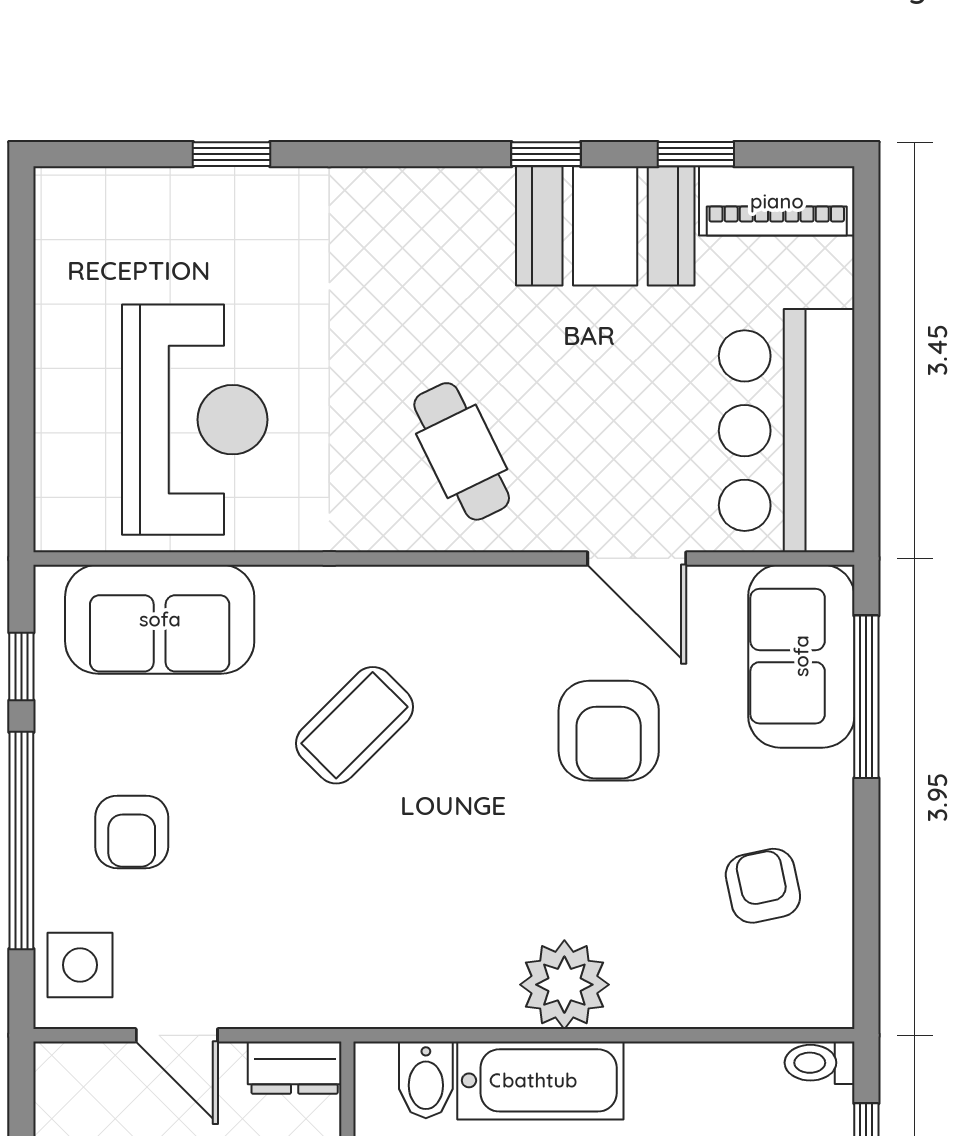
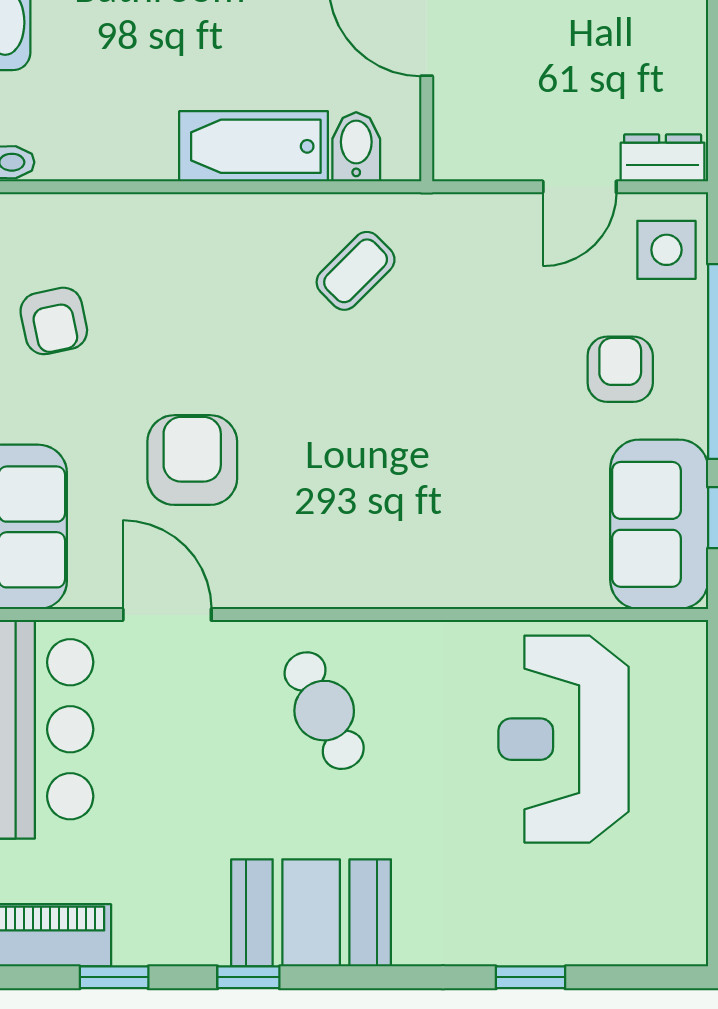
booth: (605, 226) -> (311, 913), moved
sofa: (160, 619) -> (659, 524), moved, turned -90
coffee table: (354, 725) -> (356, 271), moved, width x0.73, depth x0.77
plant: (564, 985) -> (232, 232), removed
door: (177, 1035) -> (580, 187), swing flipped
dresser: (295, 1068) -> (663, 158), moved

